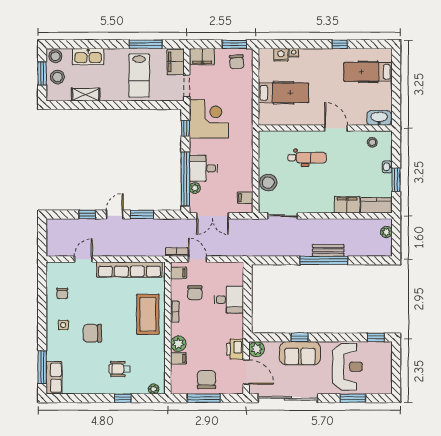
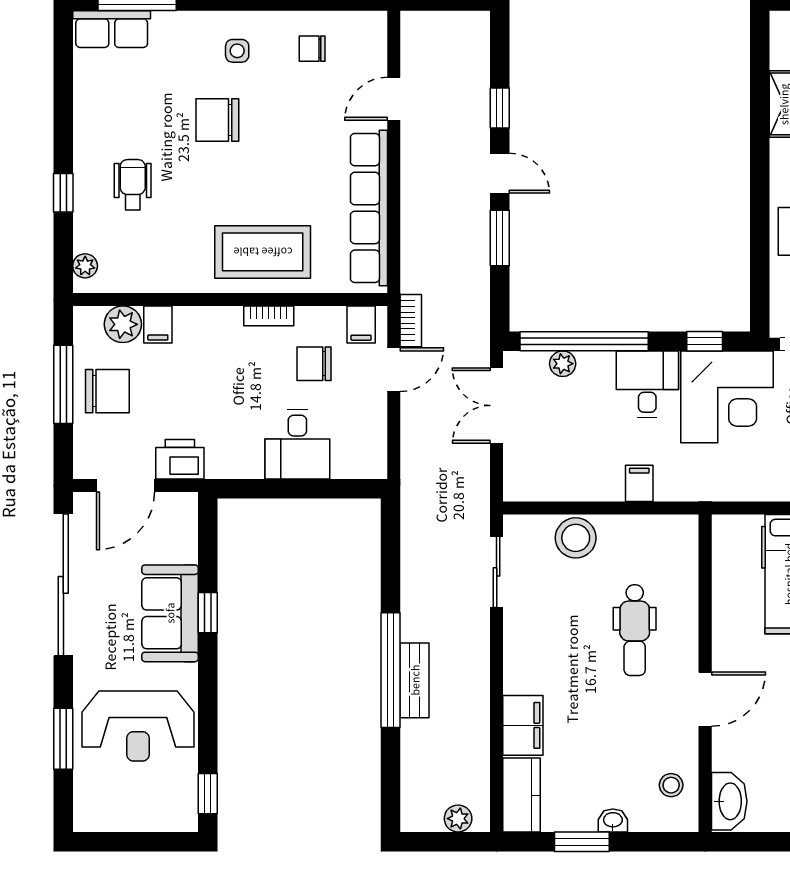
desk: (204, 168) -> (647, 384), moved
filing cabinet: (245, 198) -> (639, 483), moved
door: (83, 259) -> (394, 99), swing flipped
chair: (92, 333) -> (217, 120), turned -90
plant: (178, 344) -> (123, 324), moved
plant: (257, 349) -> (180, 510), removed

